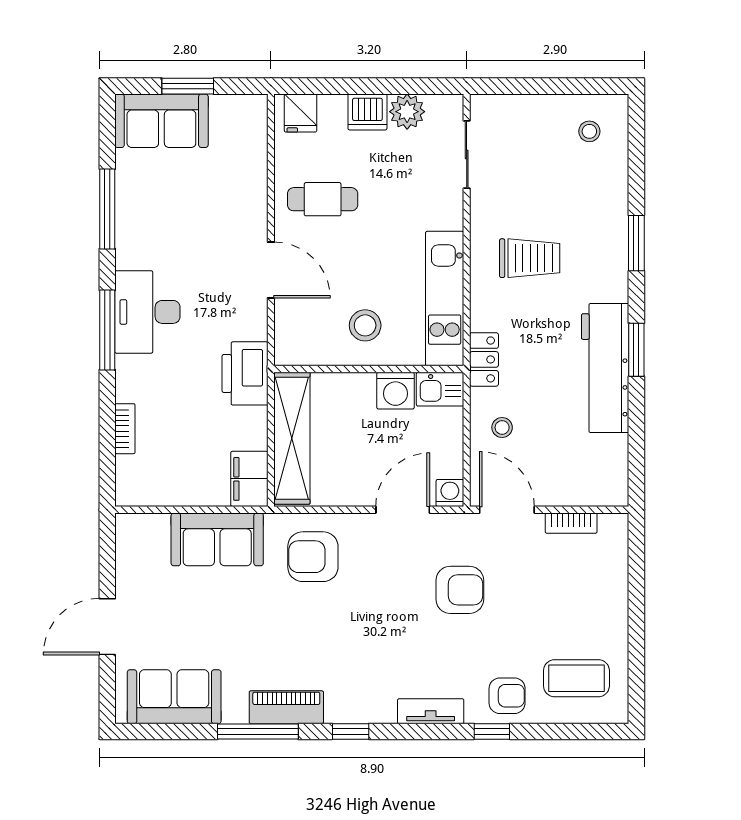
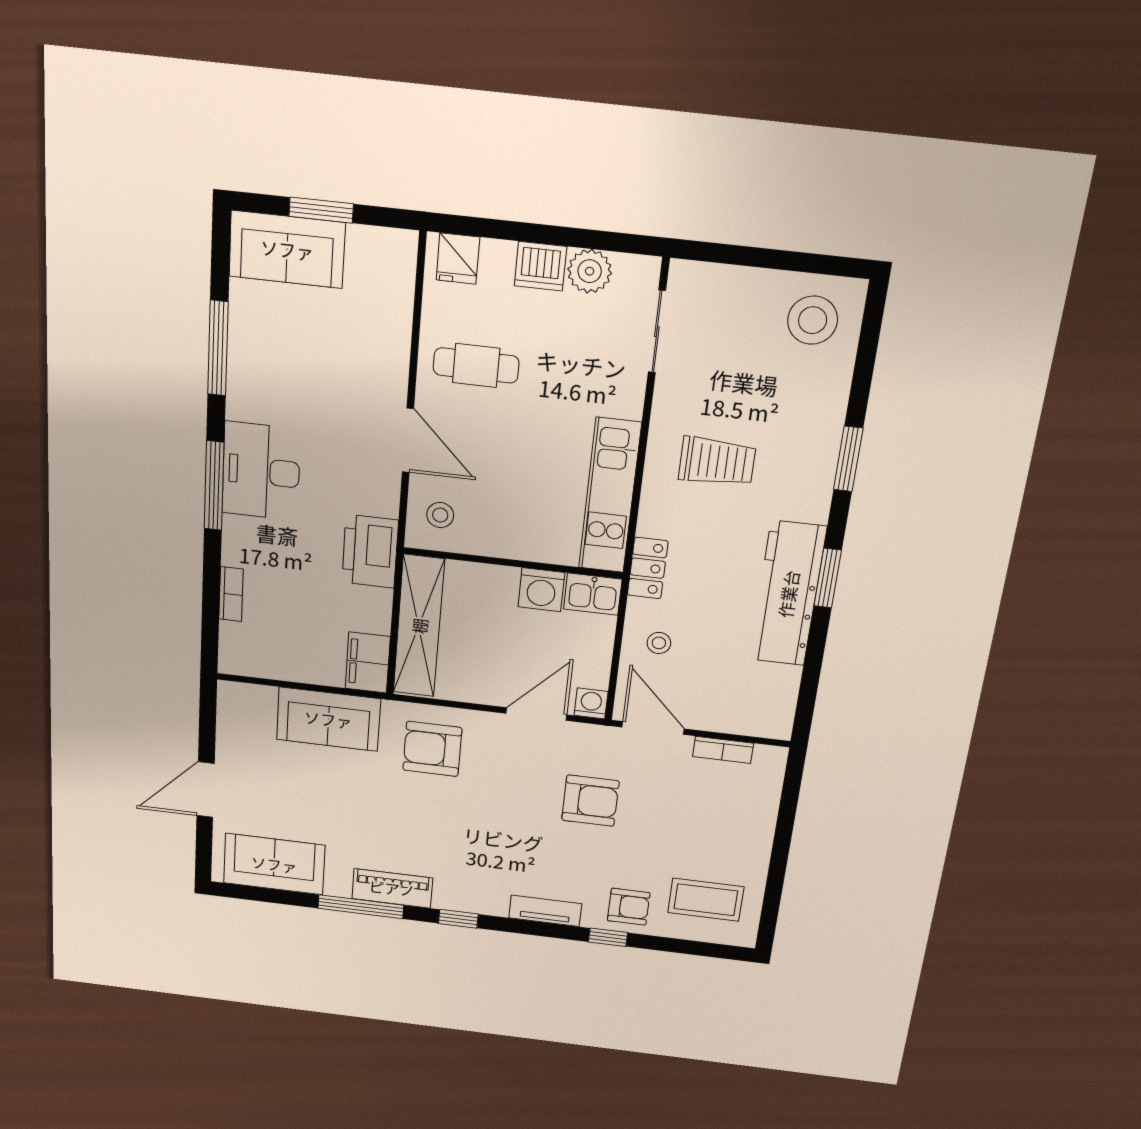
stool: (589, 131) -> (813, 320), width x1.89, depth x1.89
stool: (365, 325) -> (440, 515), moved, width x0.73, depth x0.73

